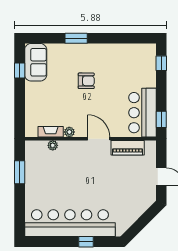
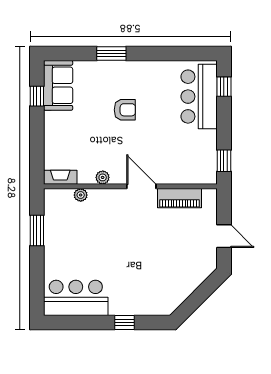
bar counter: (142, 113) -> (199, 97), moved
fireplace: (51, 132) -> (60, 177), moved
bar counter: (70, 223) -> (76, 298), width x0.54

